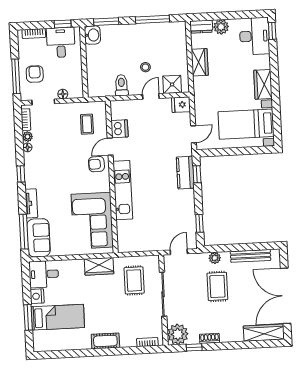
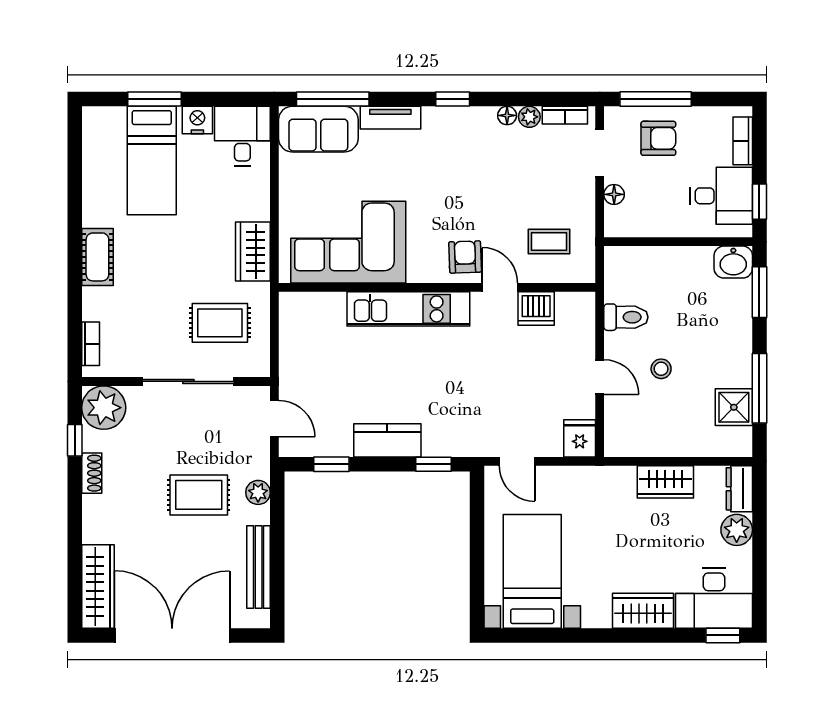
shower: (172, 84) -> (734, 407), moved
wardrobe: (263, 84) -> (643, 611), moved
kitchen counter: (185, 173) -> (387, 440), moved

